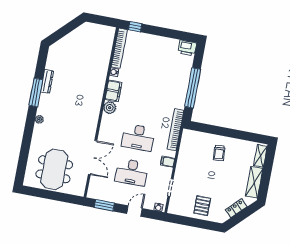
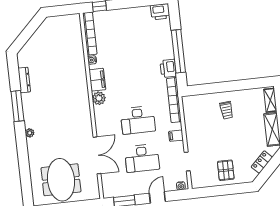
dresser: (47, 81) -> (24, 80), moved
printer: (179, 100) -> (168, 68), added

